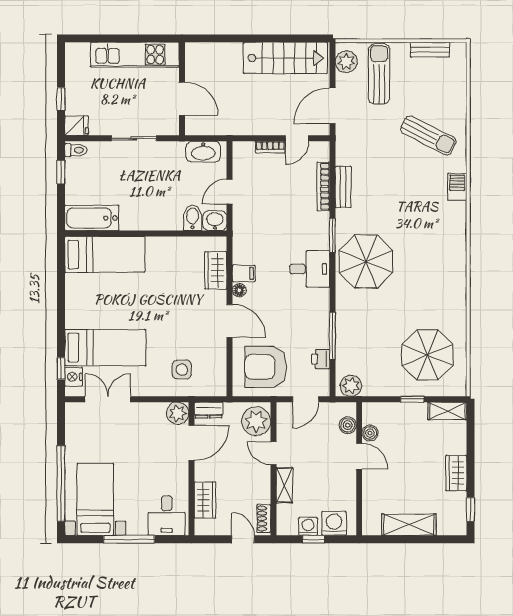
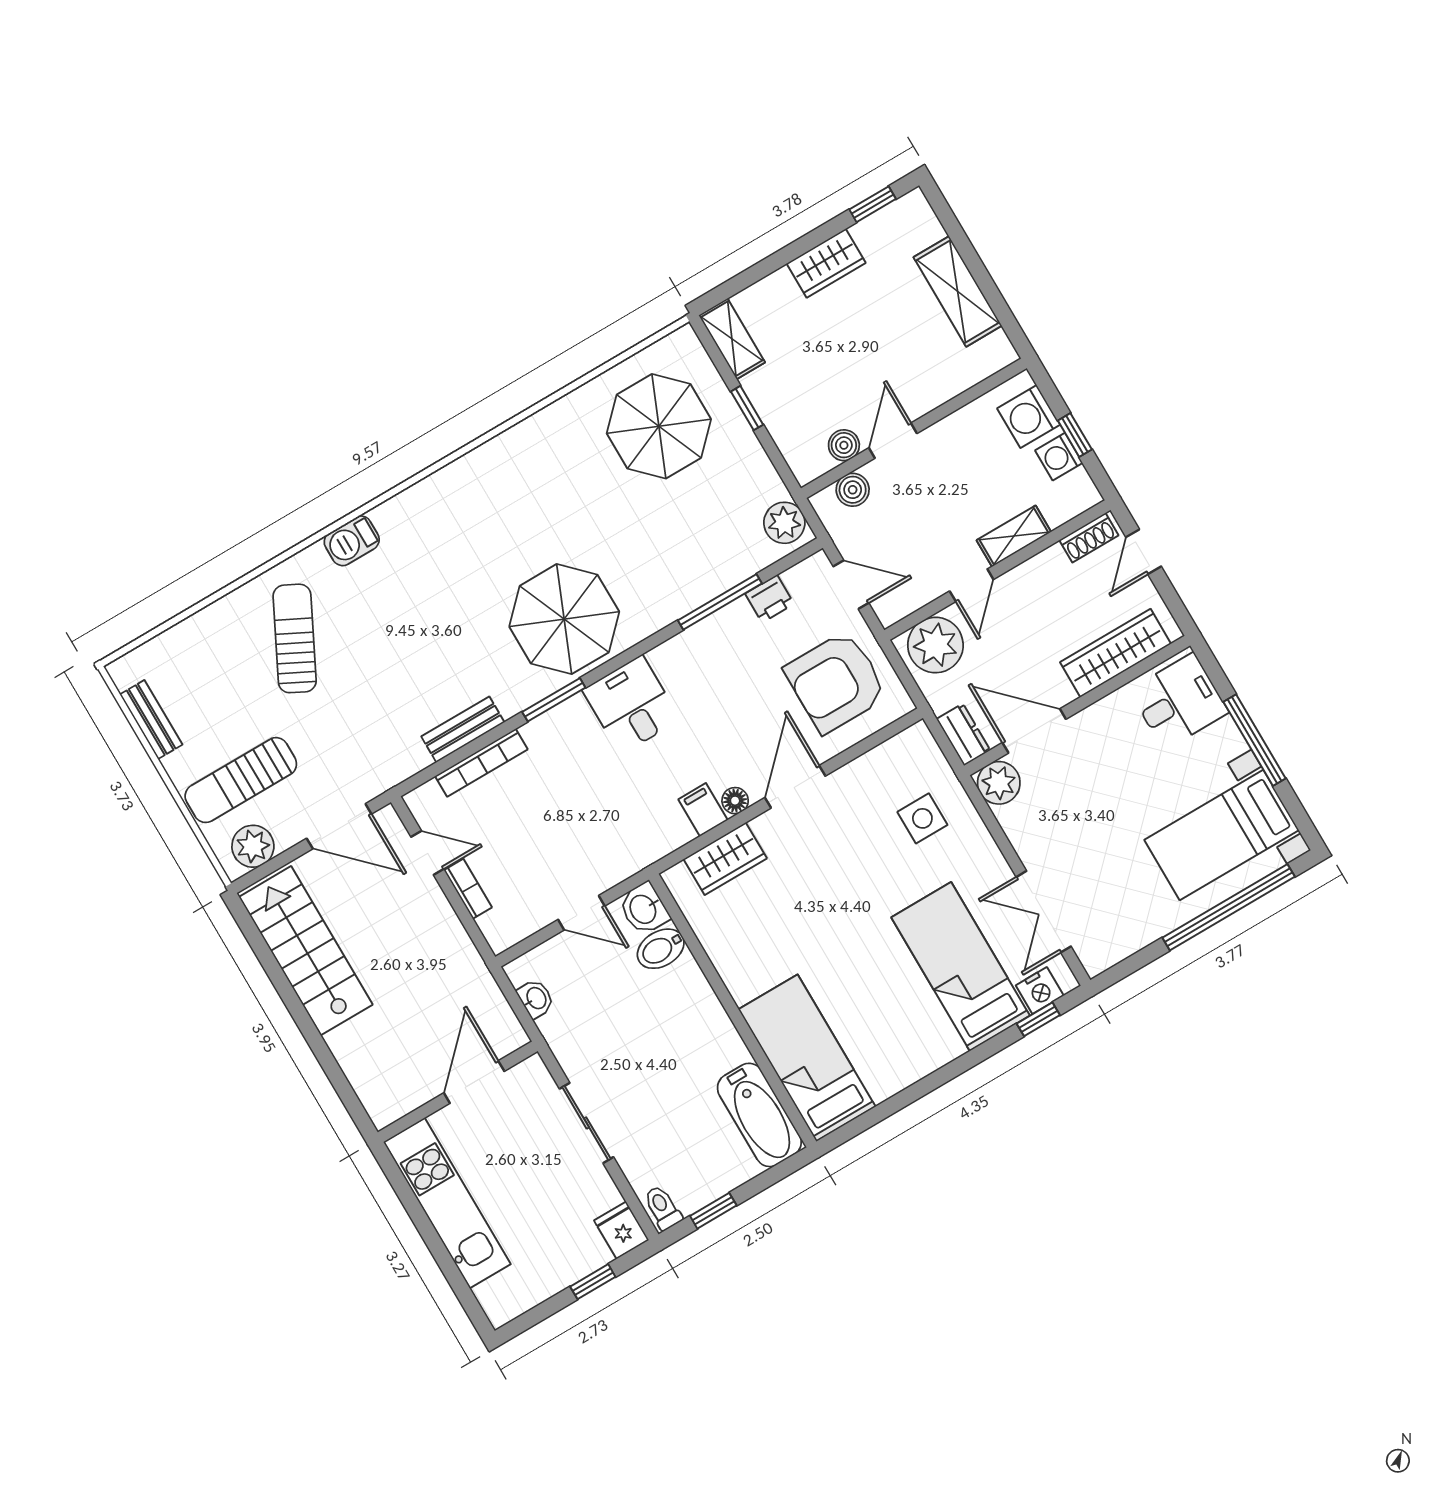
washbasin: (203, 152) -> (536, 999), width x0.52, depth x0.69
armchair: (266, 367) -> (836, 682), turned 90
wardrobe: (205, 500) -> (1116, 653), width x1.50

